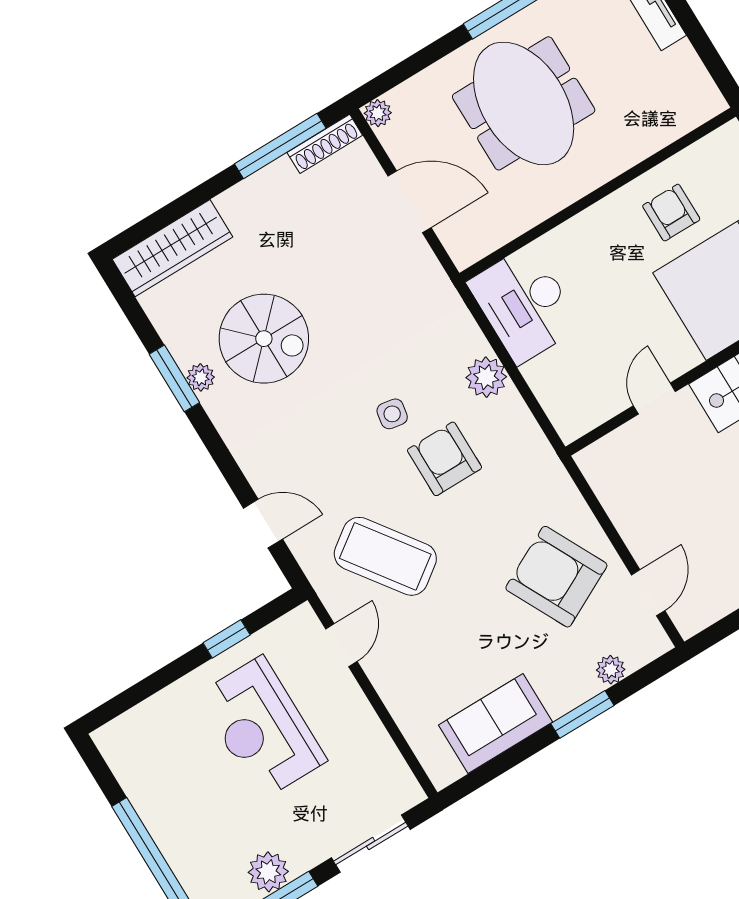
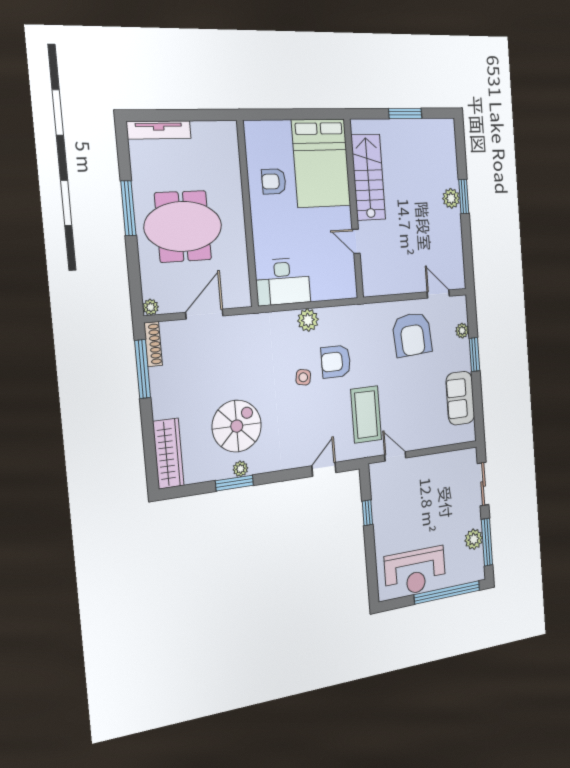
coffee table: (385, 556) -> (366, 414), turned -54
armchair: (556, 577) -> (412, 335), turned -67
reception desk: (262, 728) -> (415, 571), moved

